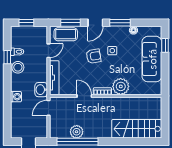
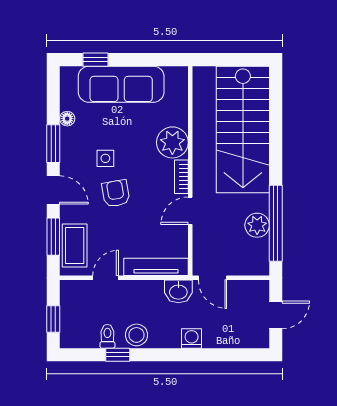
door: (48, 51) -> (106, 278), hinge flipped
stairs: (137, 129) -> (243, 129), width x1.36, depth x1.51

